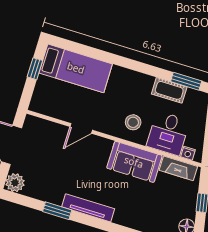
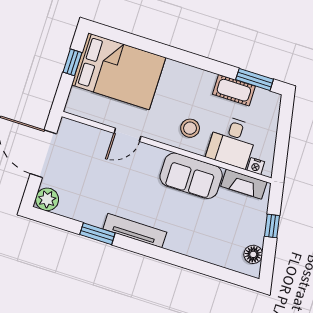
bed: (76, 68) -> (119, 71), width x1.50

